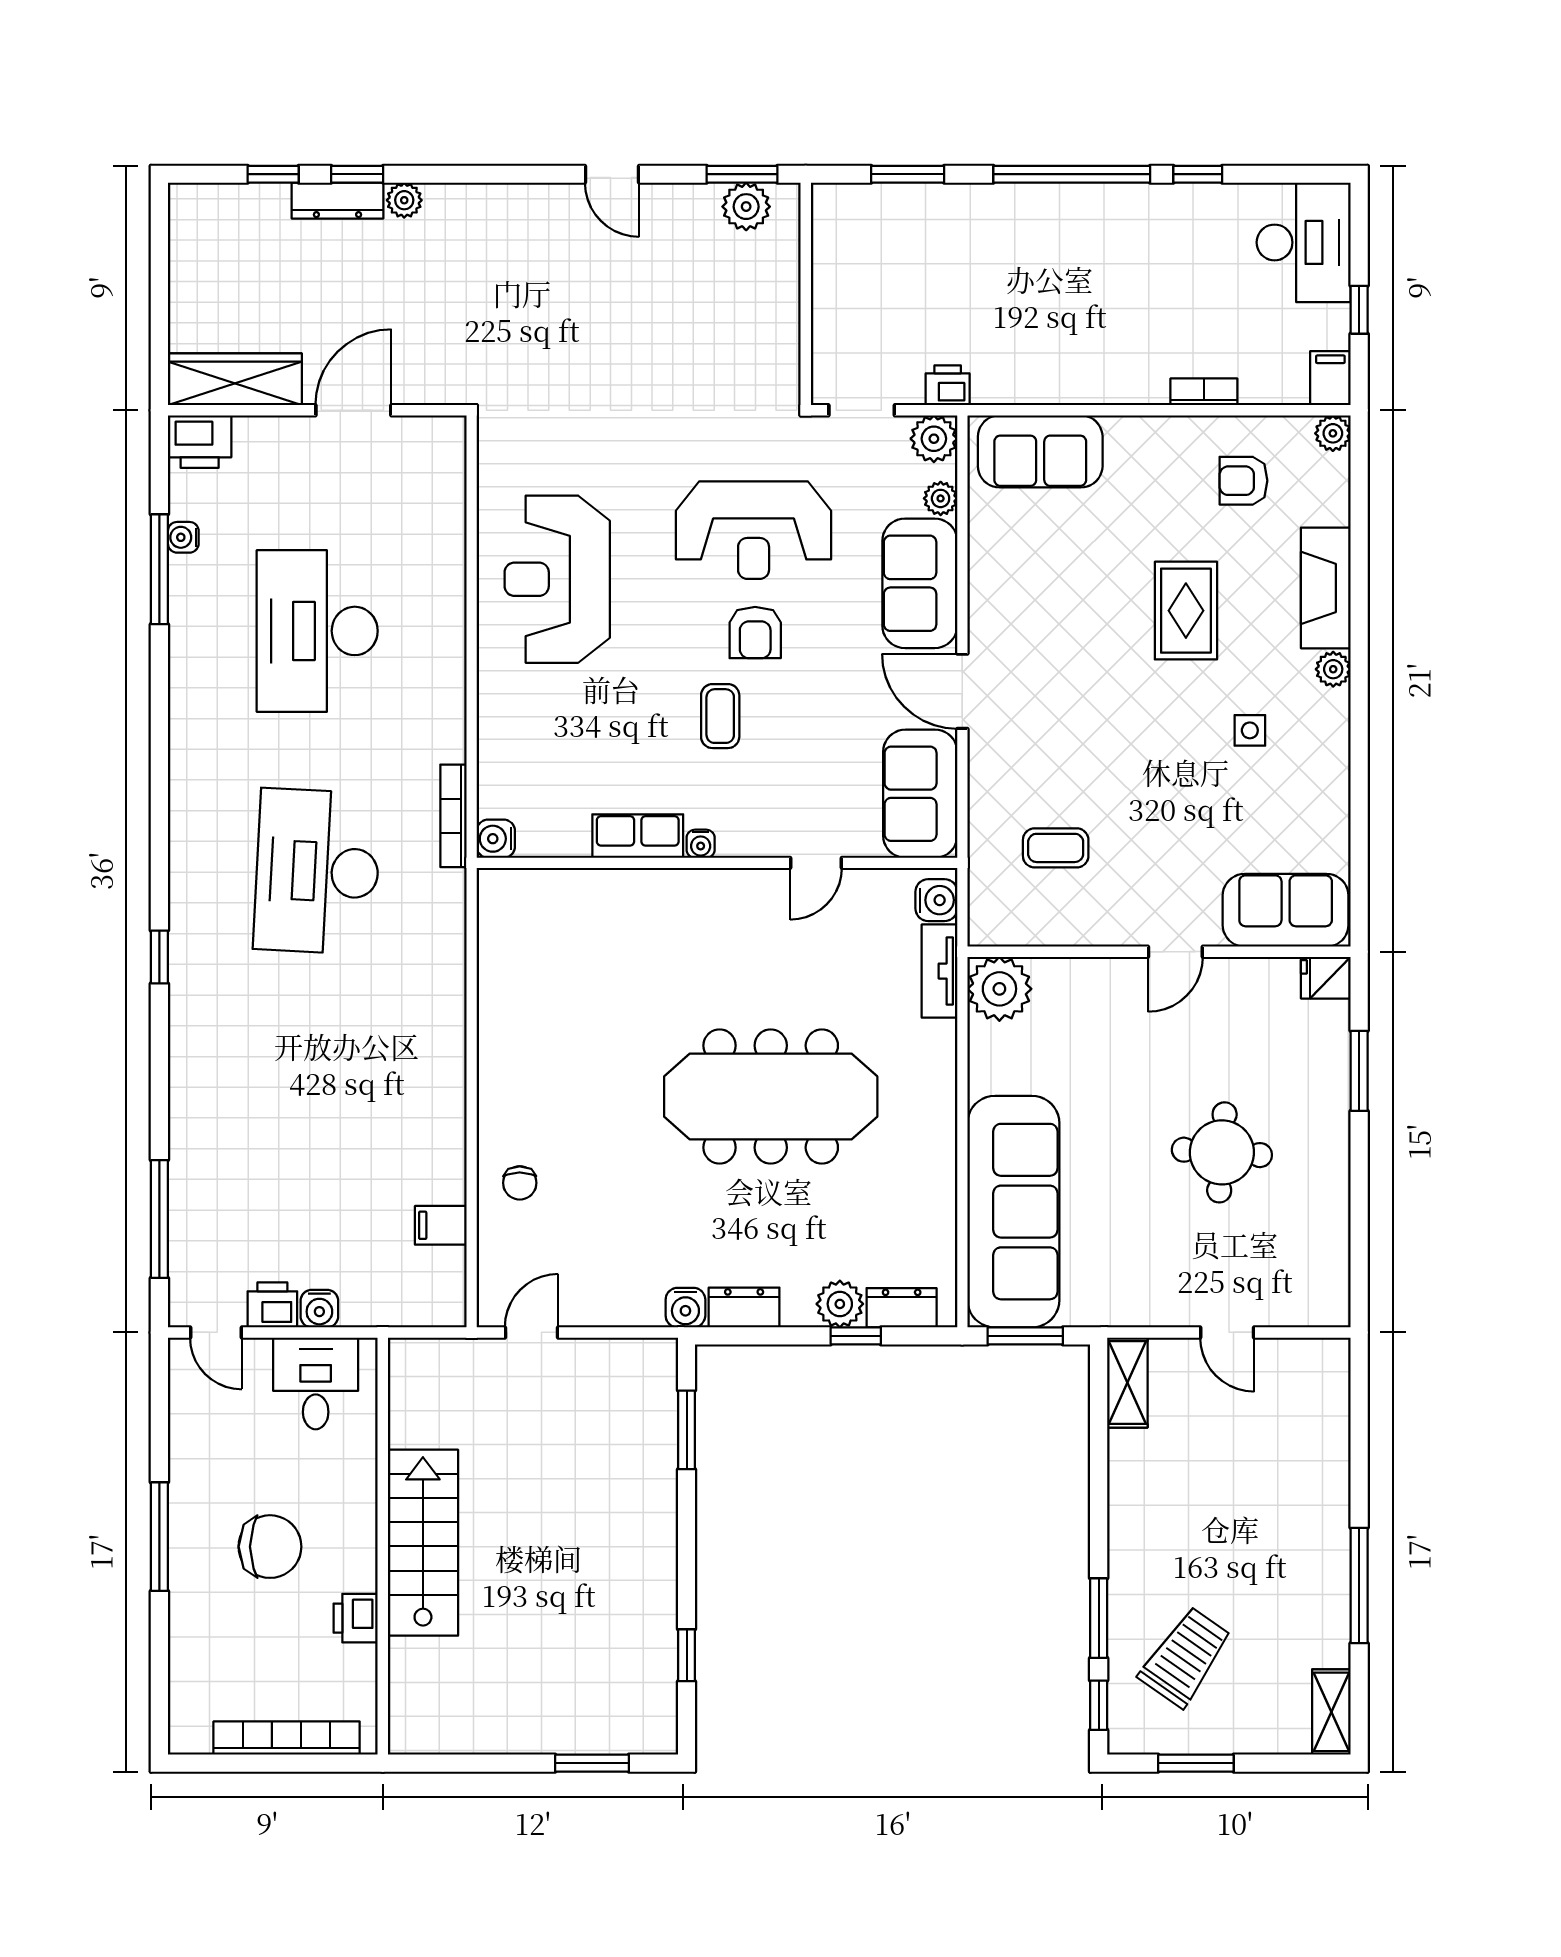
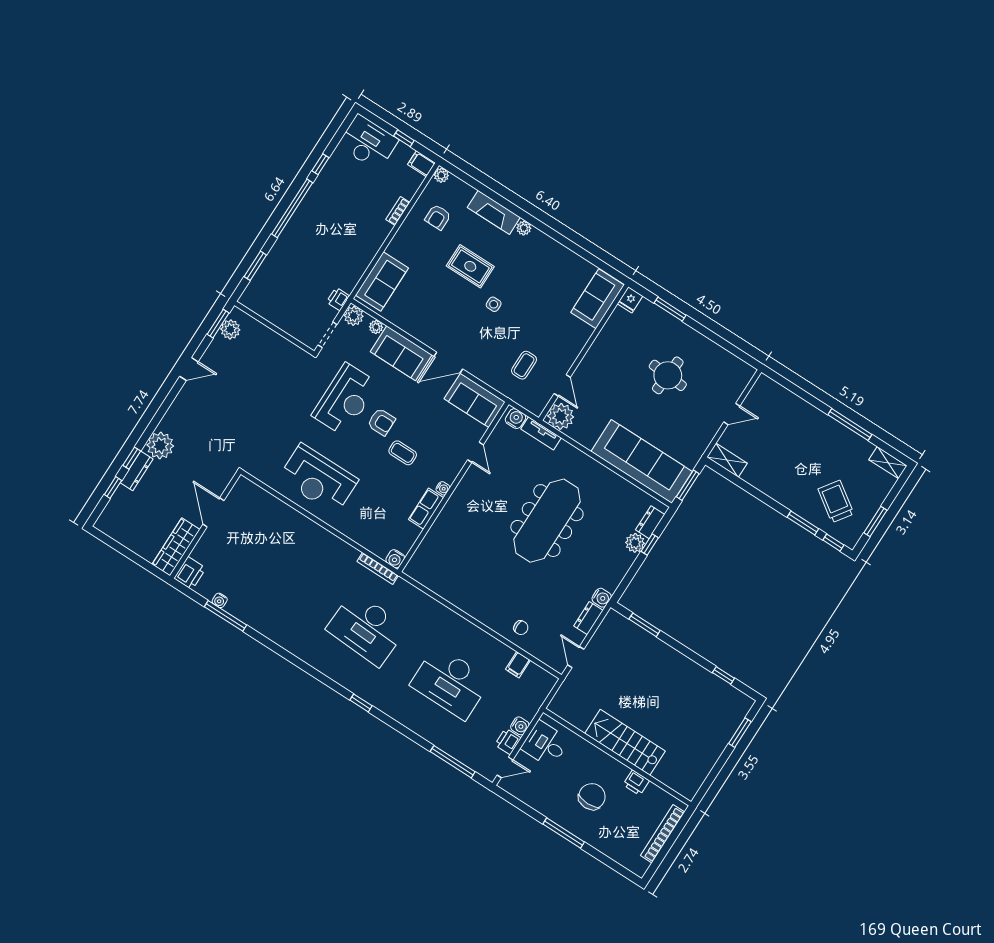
plant: (404, 200) -> (160, 446), width x1.87, depth x1.87
desk: (317, 631) -> (451, 682), moved
side table: (1250, 730) -> (494, 304), moved
door: (1175, 952) -> (562, 385), moved
dresser: (744, 1307) -> (588, 618), moved

